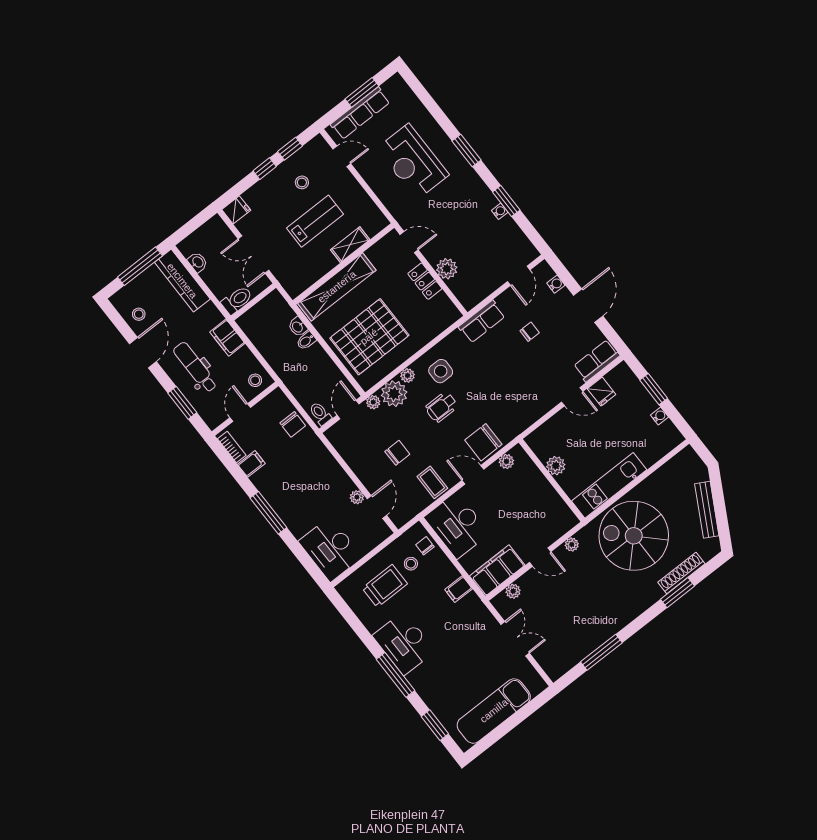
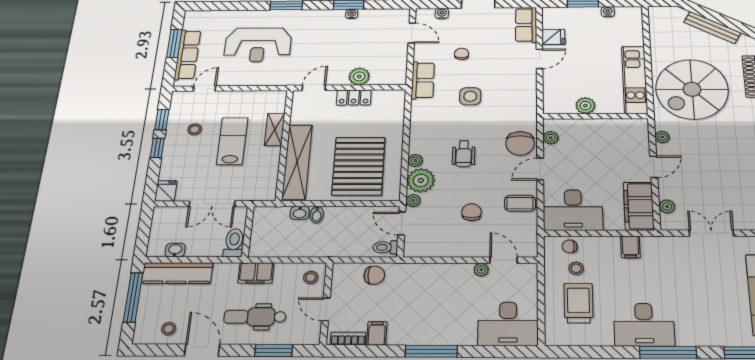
side table: (441, 371) -> (470, 96), moved

